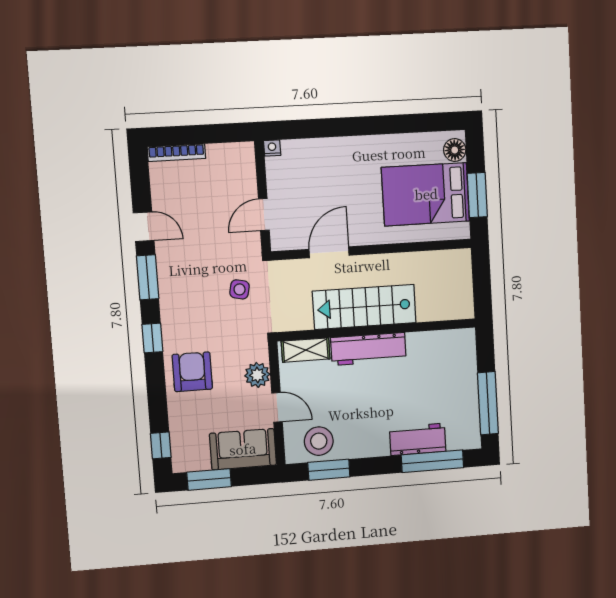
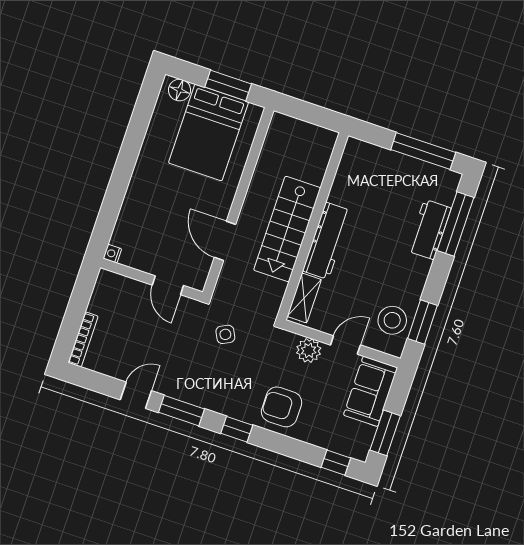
side table: (240, 289) -> (225, 334), turned -38

